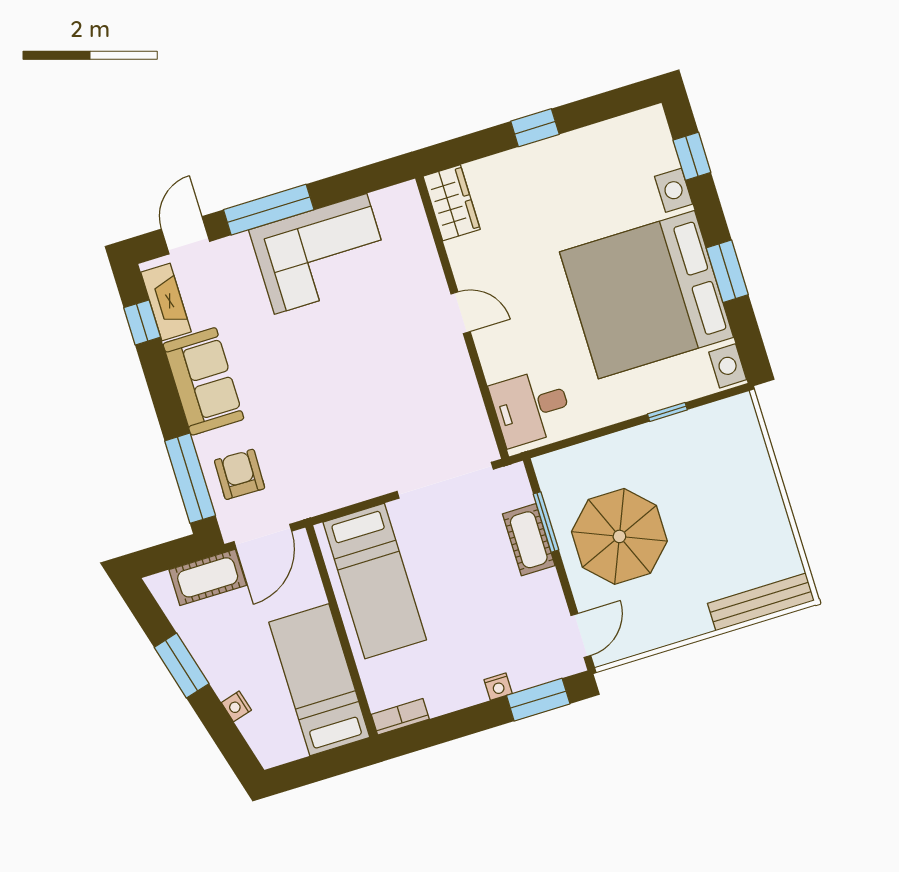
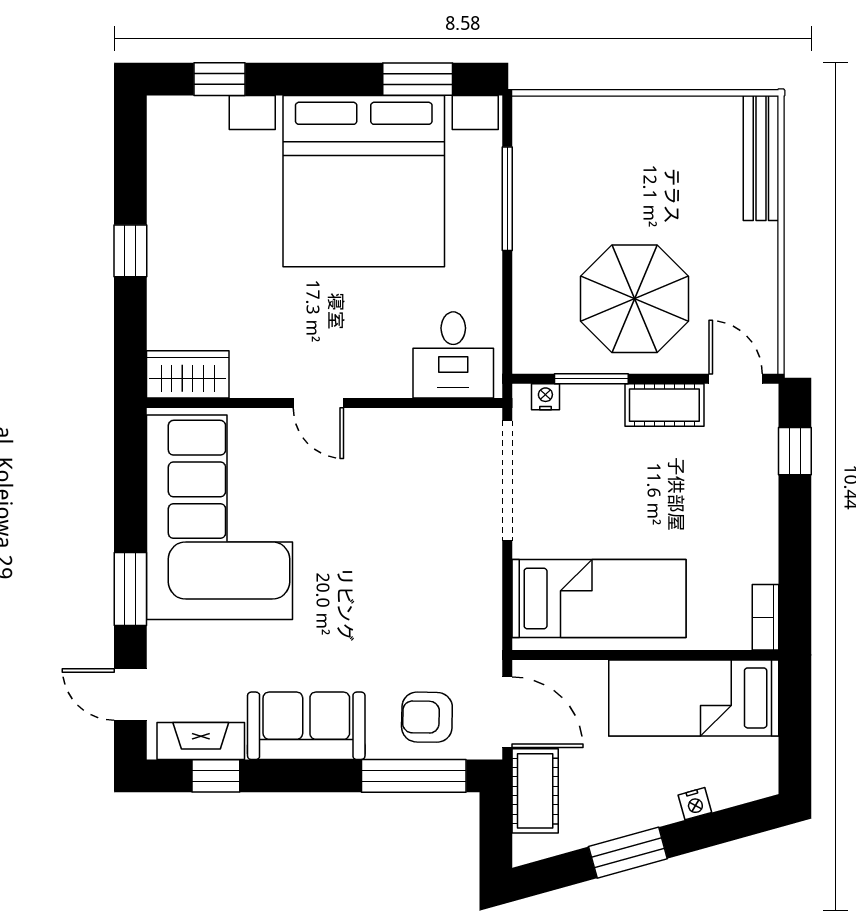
window: (269, 210) -> (130, 589), width x0.69
corner sofa: (321, 254) -> (220, 517), width x1.36, depth x1.36
window: (727, 271) -> (418, 79), moved
door: (461, 313) -> (318, 403), swing flipped
window: (667, 412) -> (507, 199), width x2.17
cot: (529, 540) -> (664, 405), moved
nightstand: (498, 687) -> (545, 397), moved, turned -90
window: (538, 700) -> (795, 451), width x0.67

